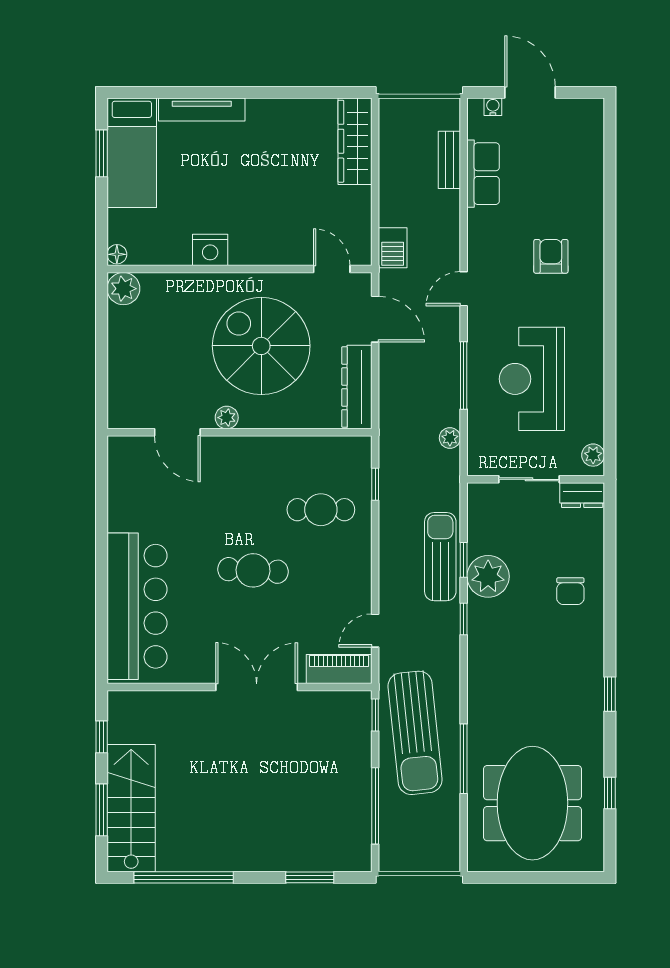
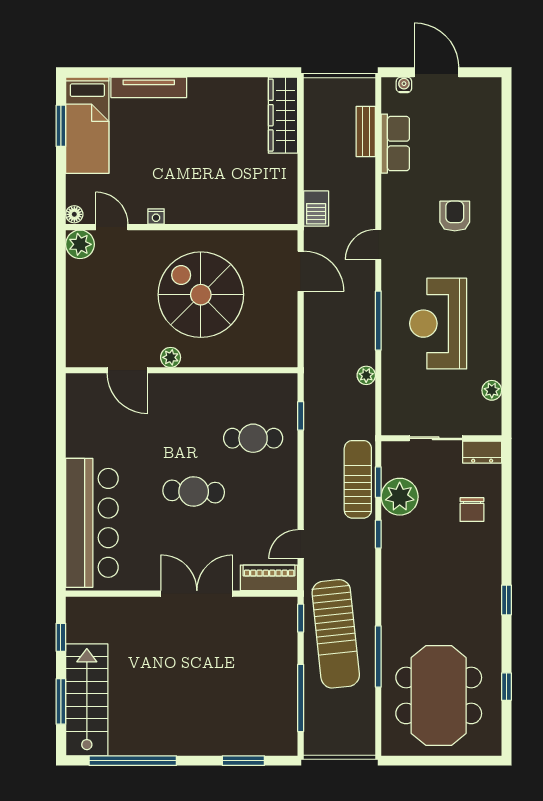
nightstand: (210, 250) -> (156, 217), width x0.53, depth x0.56
door: (332, 269) -> (112, 227), moved
dresser: (357, 387) -> (285, 331), removed
sliding door: (529, 479) -> (436, 438), moved
wall: (536, 479) -> (441, 438), moved
dresser: (582, 495) -> (482, 452), moved

